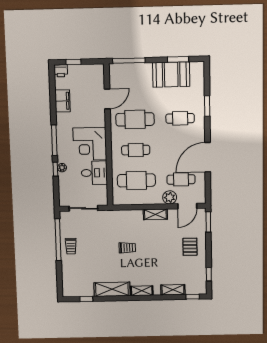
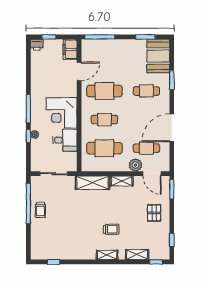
booth: (171, 74) -> (158, 56), moved, turned 90
filing cabinet: (63, 101) -> (70, 49), moved, turned 180
door: (187, 206) -> (152, 174), hinge flipped
trolley: (127, 248) -> (111, 229), moved
shelving: (112, 289) -> (92, 183), moved

